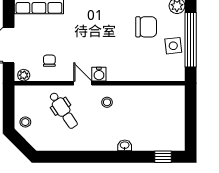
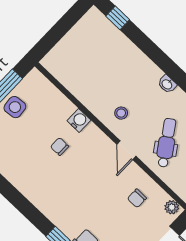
chair: (146, 27) -> (60, 147), moved, width x0.54, depth x0.54
water cooler: (99, 74) -> (79, 120), moved
washbasin: (125, 145) -> (167, 84), moved

